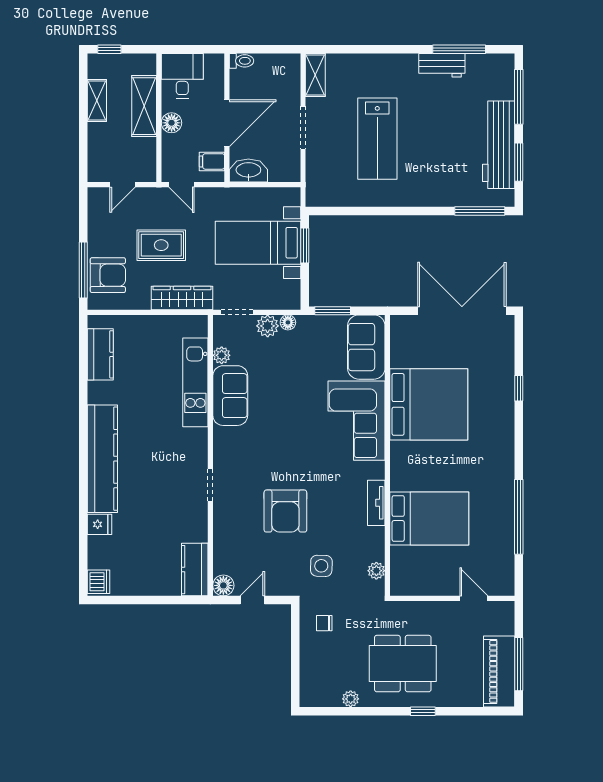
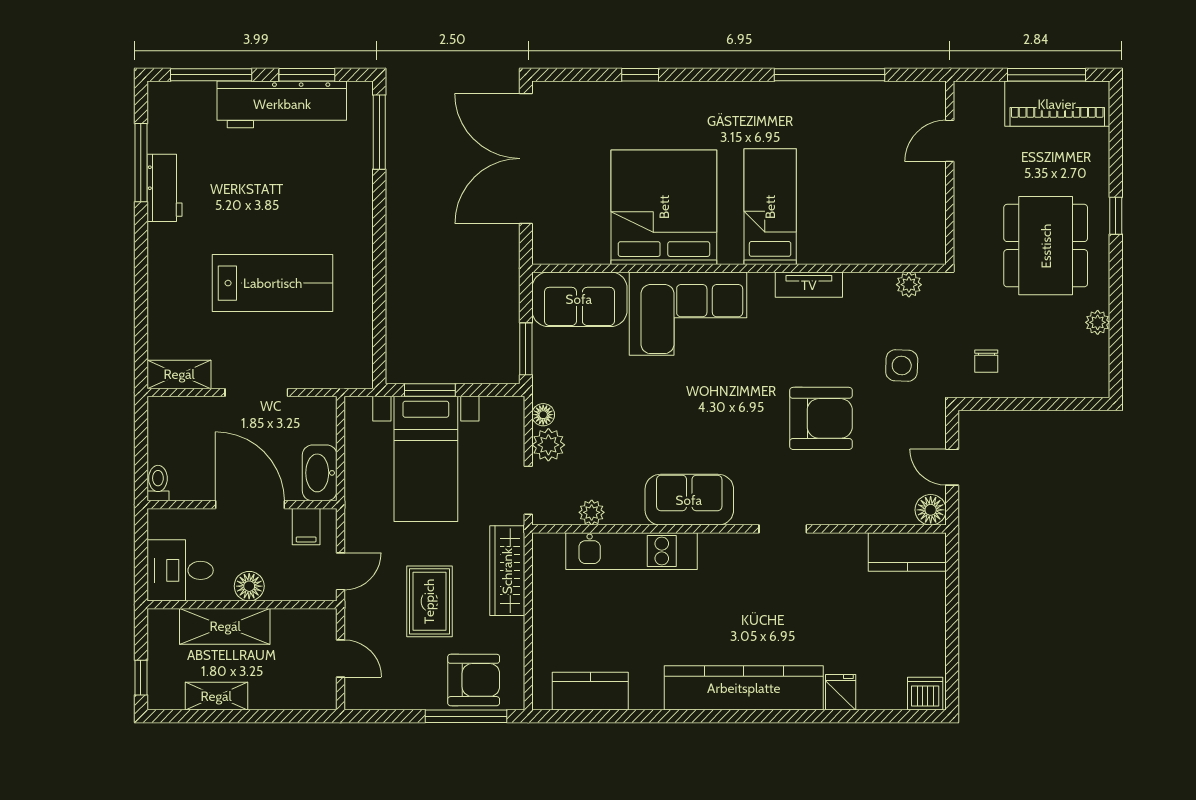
armchair: (108, 275) -> (474, 680), turned 90
sofa: (230, 396) -> (689, 500), moved
bed: (429, 518) -> (770, 207), moved, width x0.67

